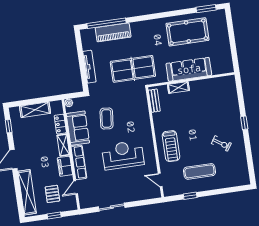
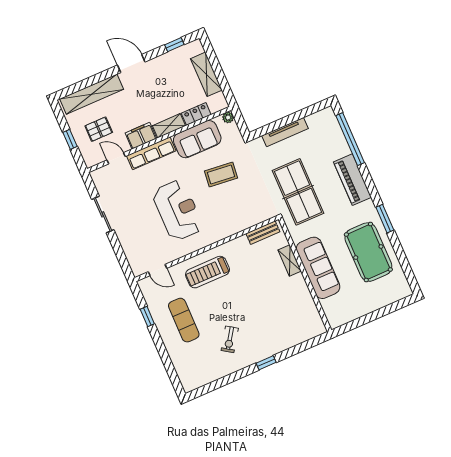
window: (206, 9) -> (385, 219), moved
piano: (113, 32) -> (352, 180), moved
door: (160, 180) -> (158, 270), swing flipped

